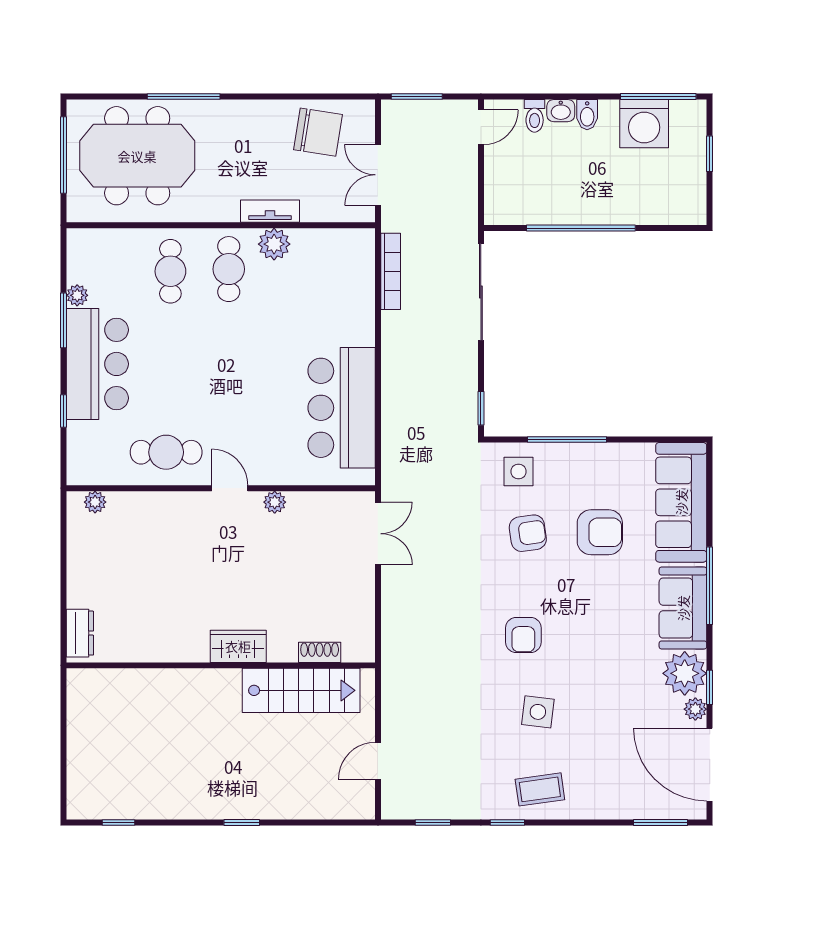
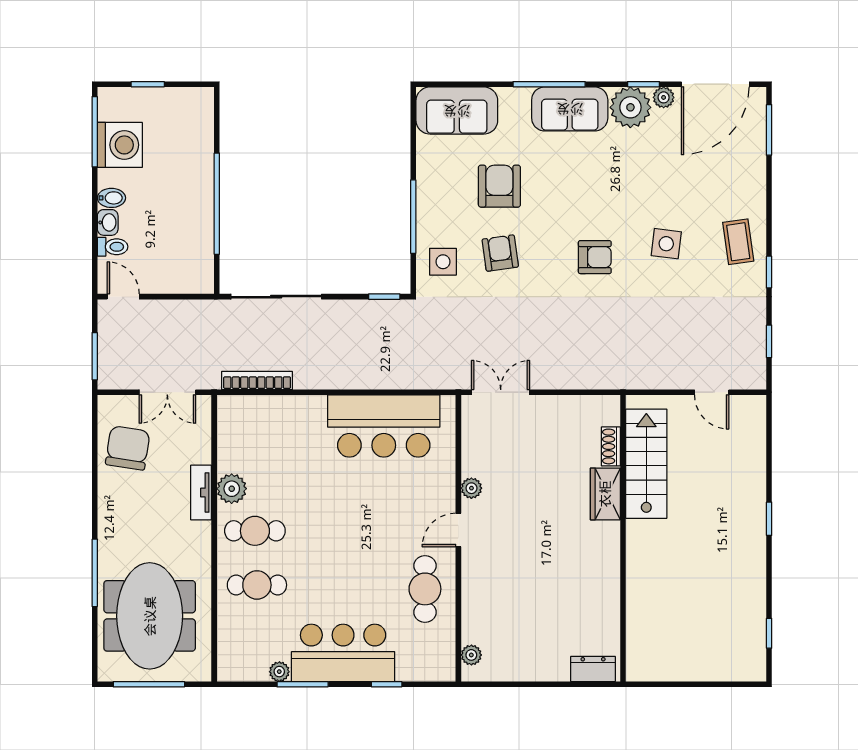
sofa: (681, 502) -> (457, 111), width x0.73
wardrobe: (238, 646) -> (605, 494), moved

